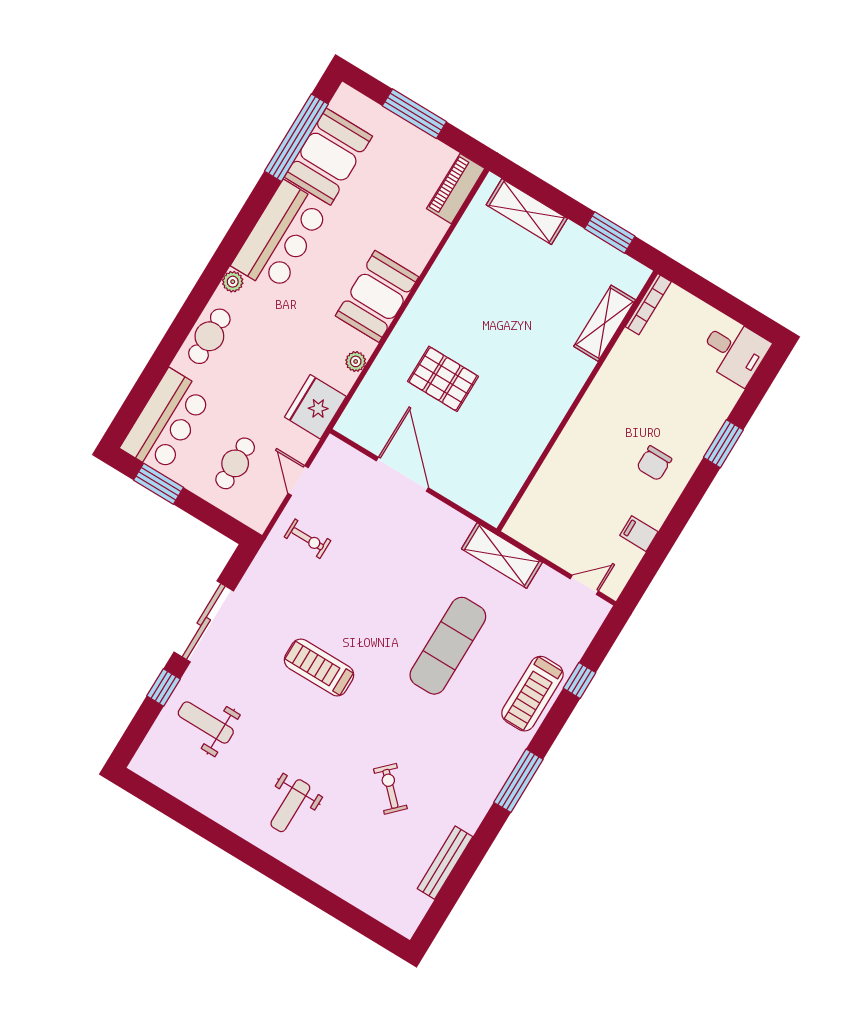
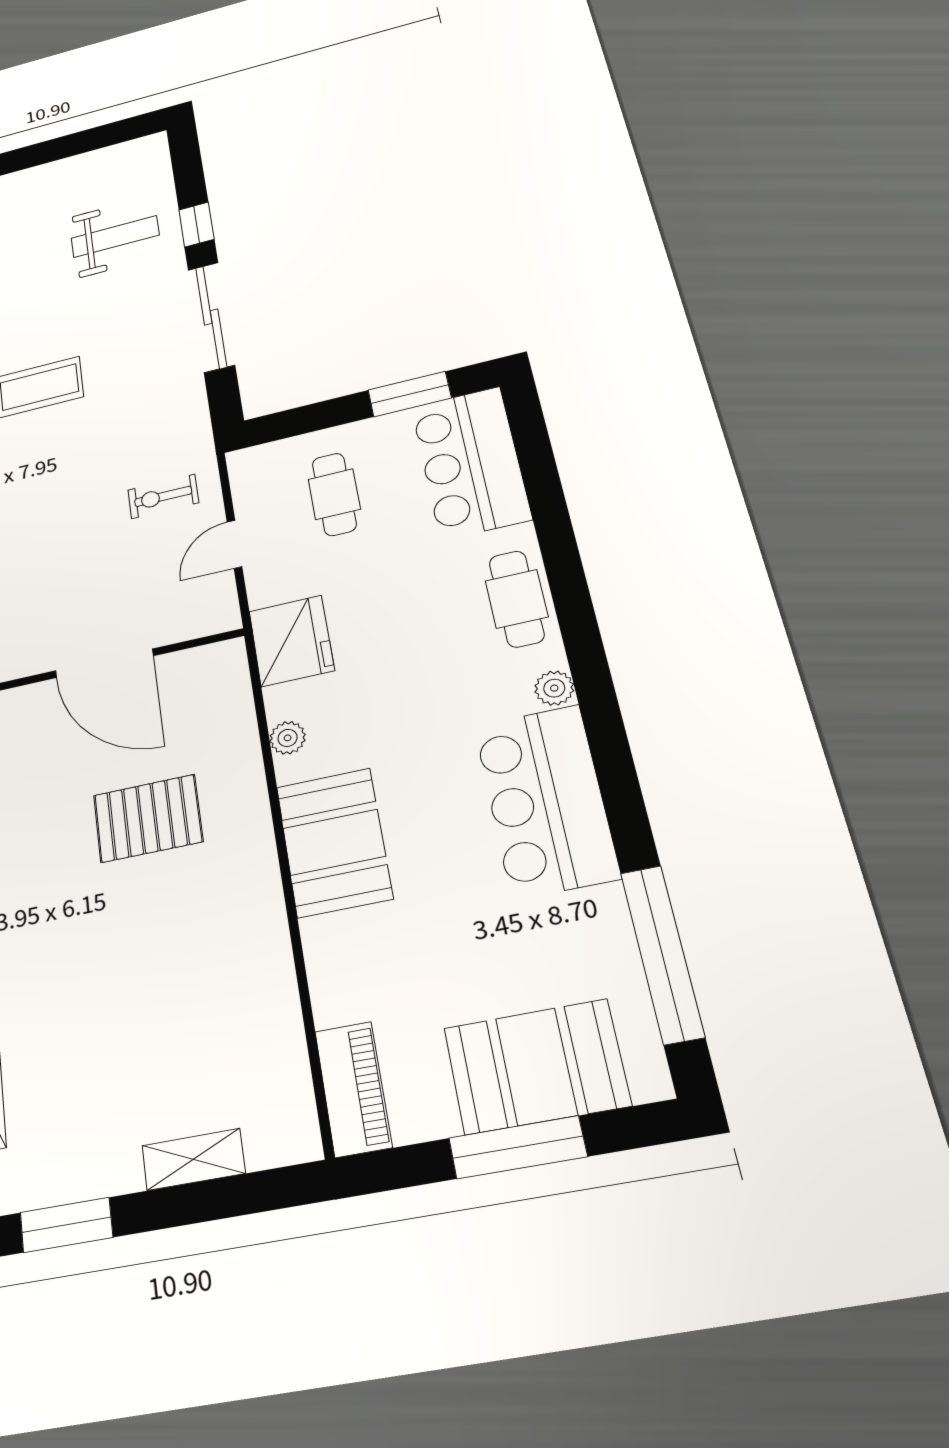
booth: (328, 157) -> (536, 1067), moved, turned 90
shelving: (527, 212) -> (193, 1159), width x0.67, depth x0.75
door: (298, 480) -> (234, 544), swing flipped

